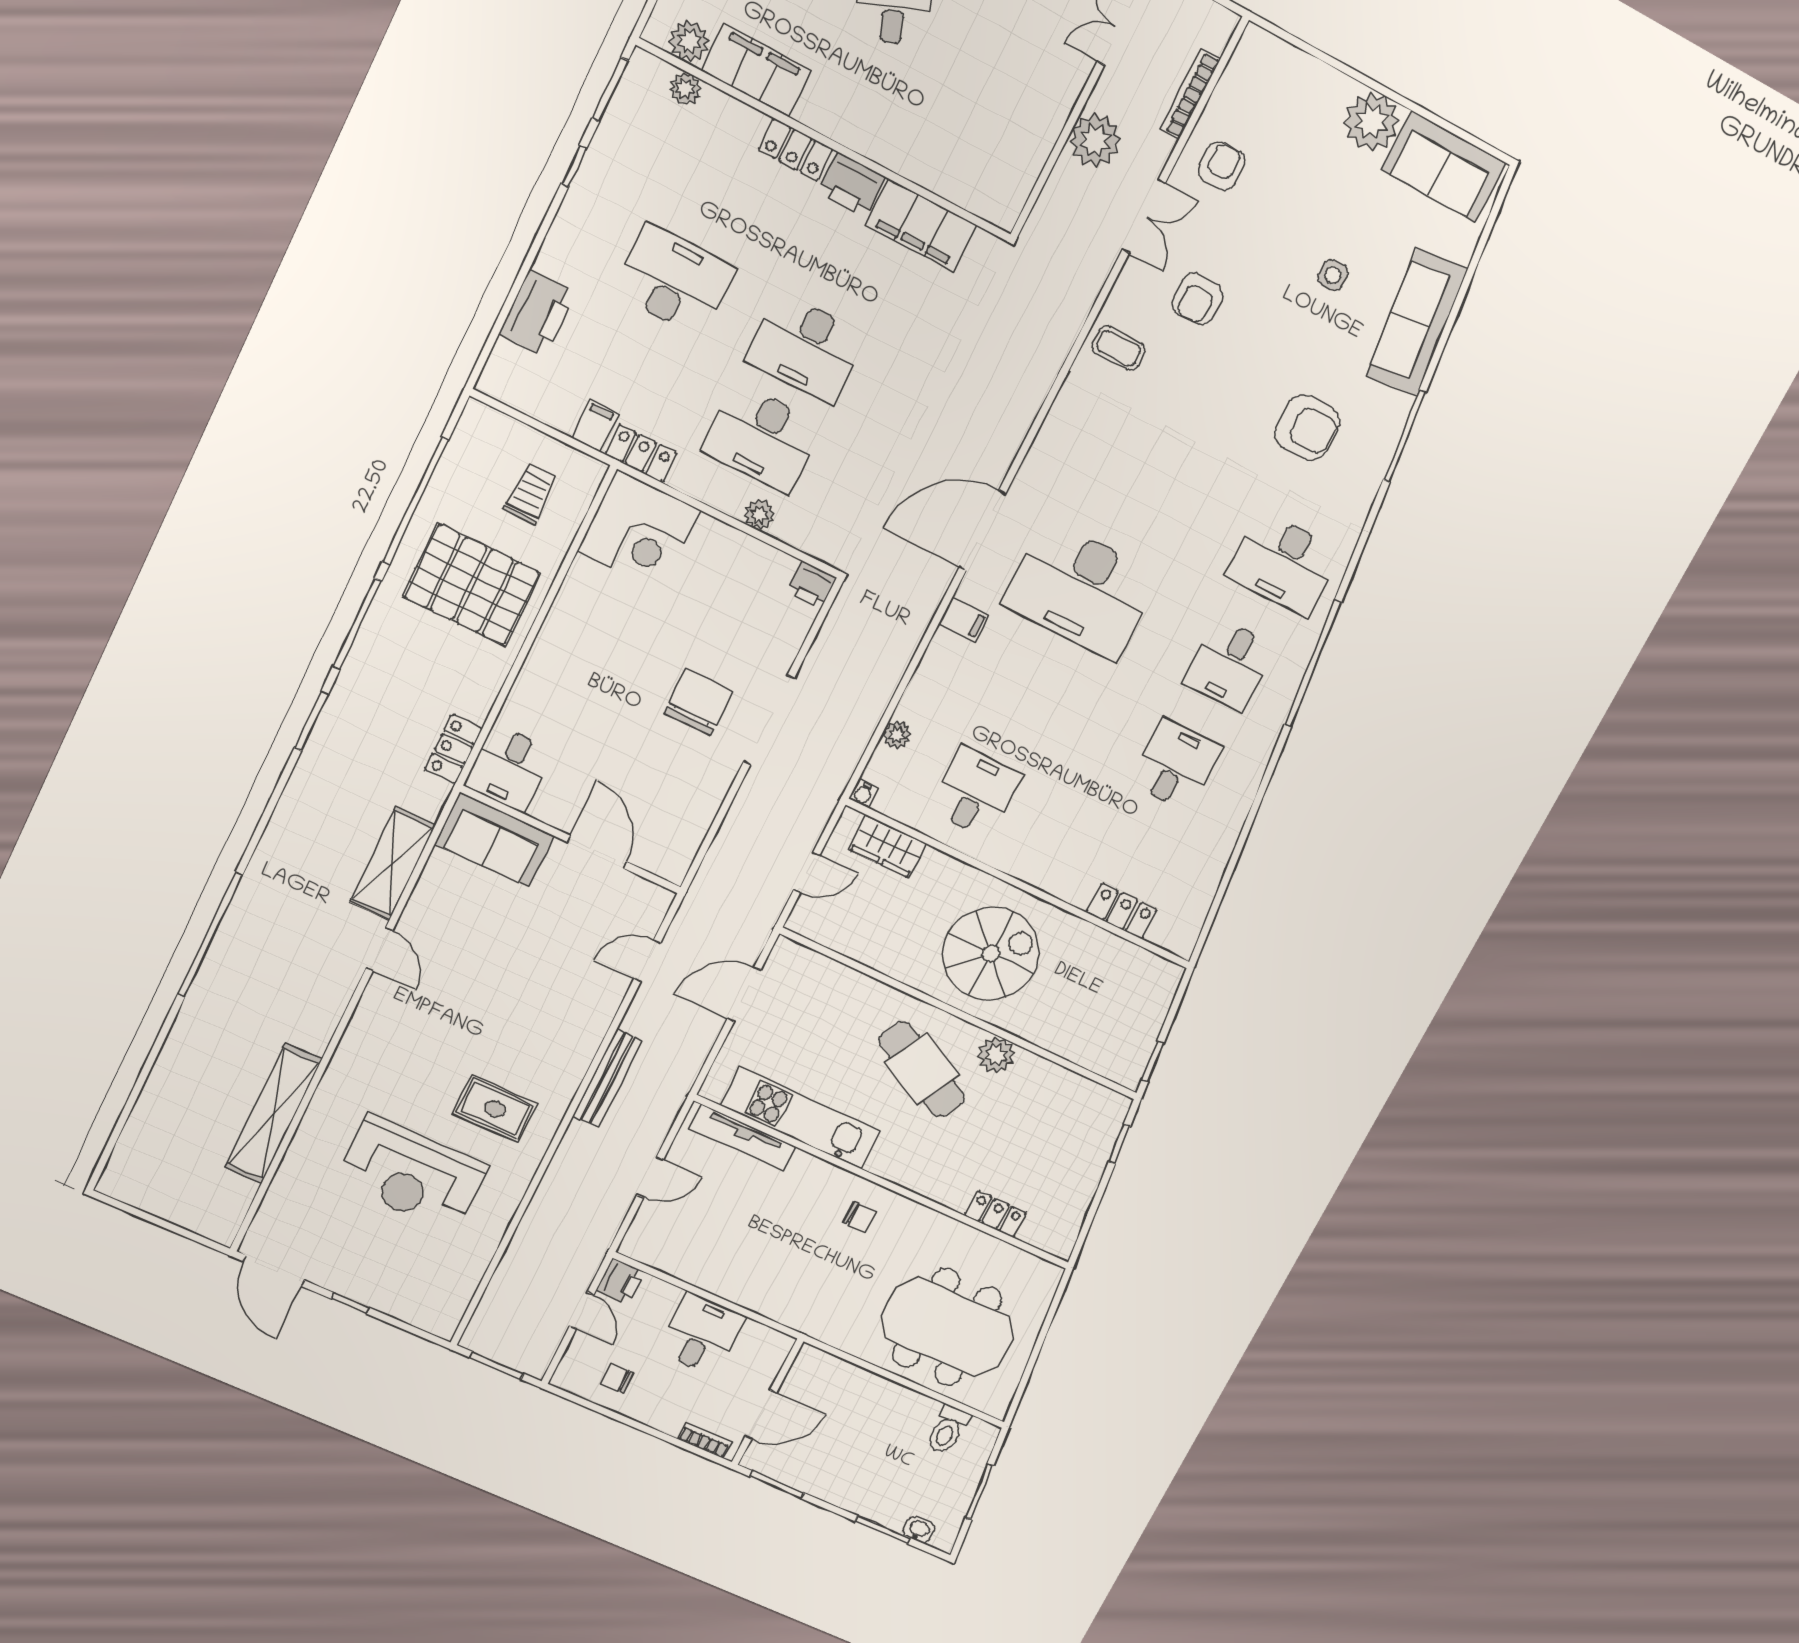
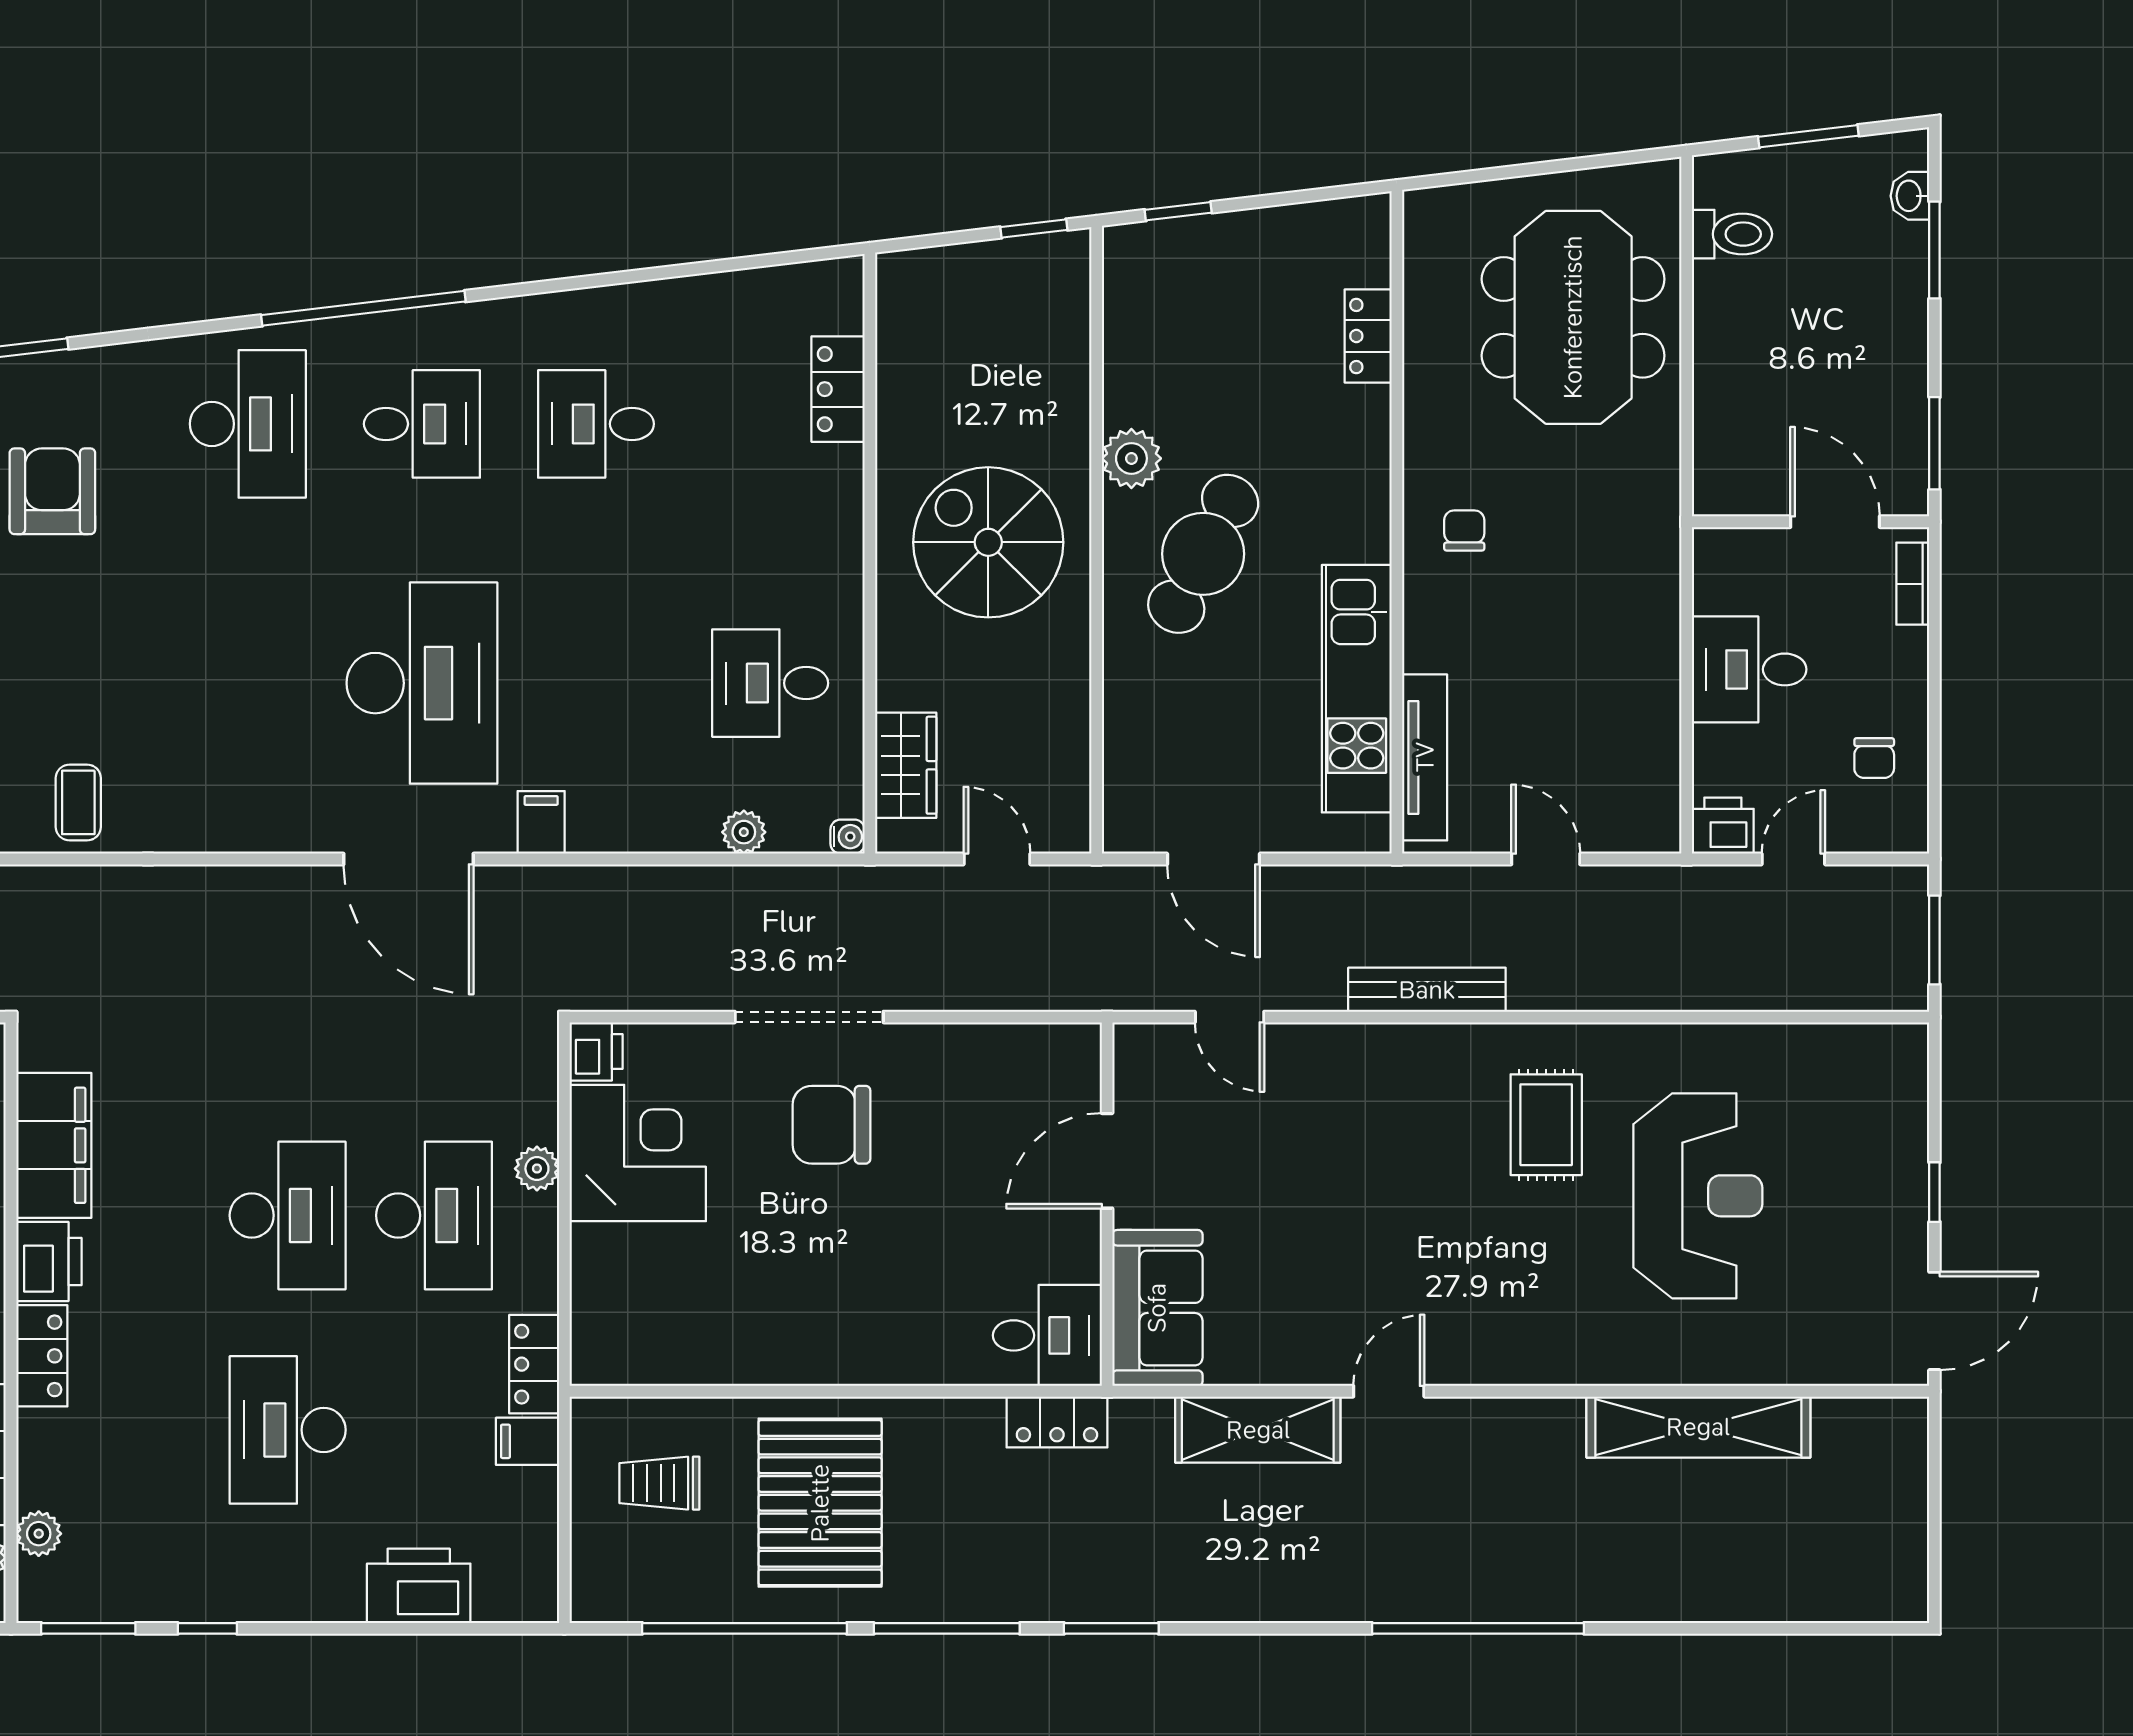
corner desk: (639, 530) -> (638, 1153), moved

